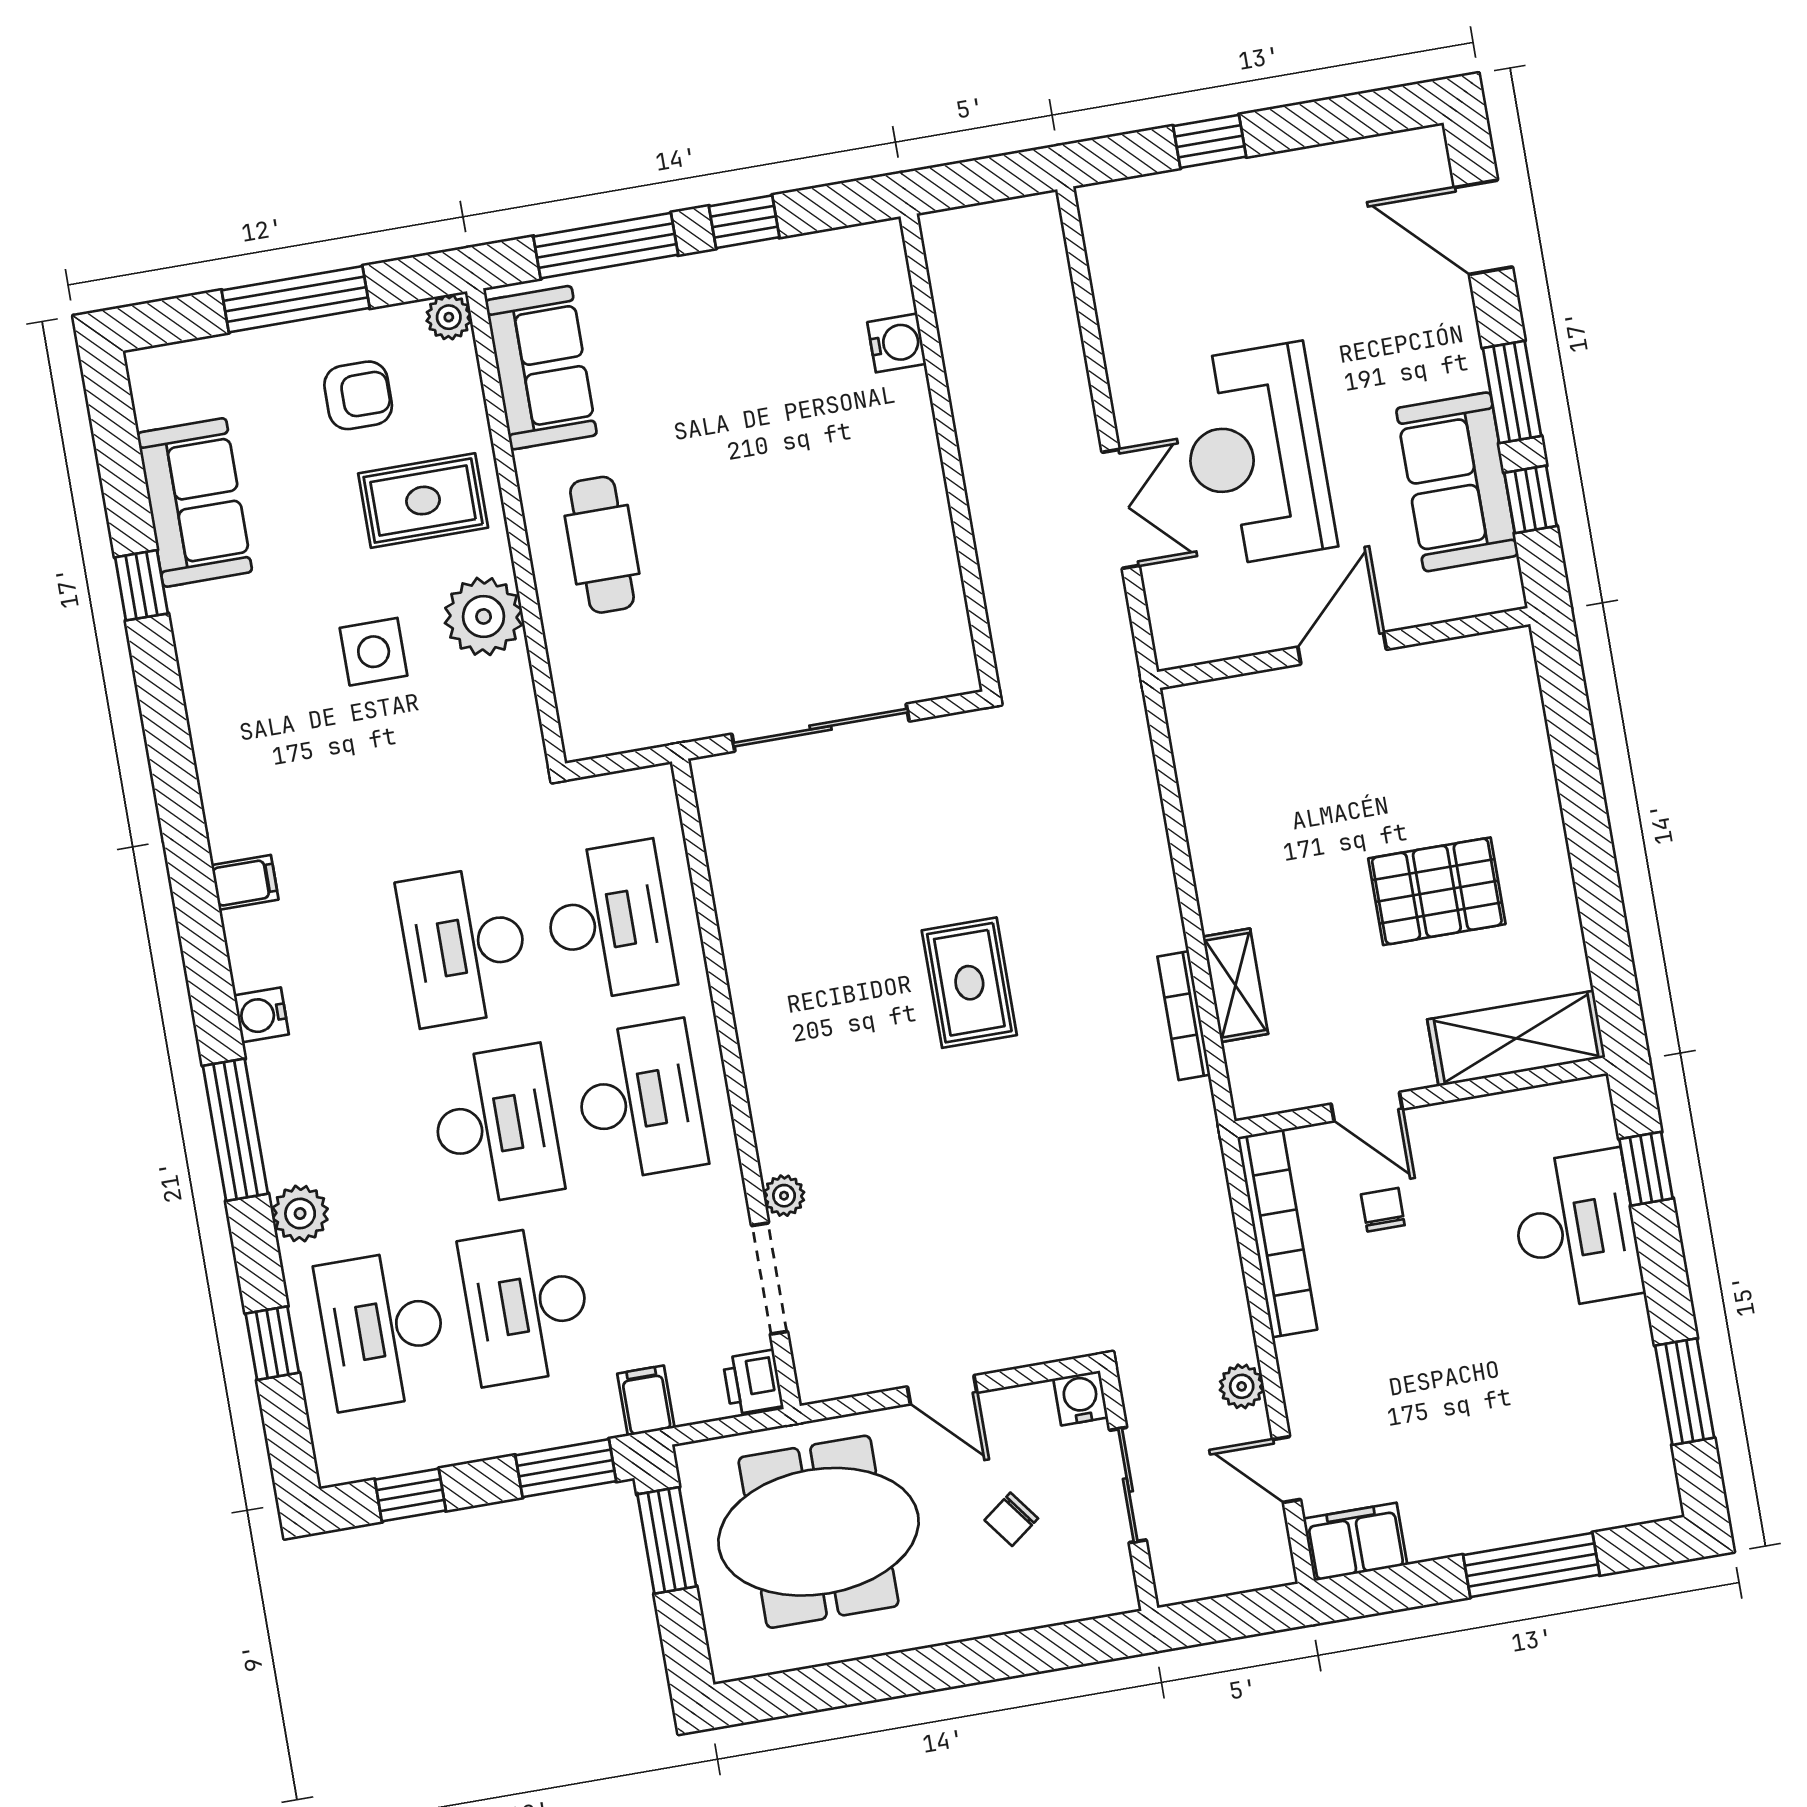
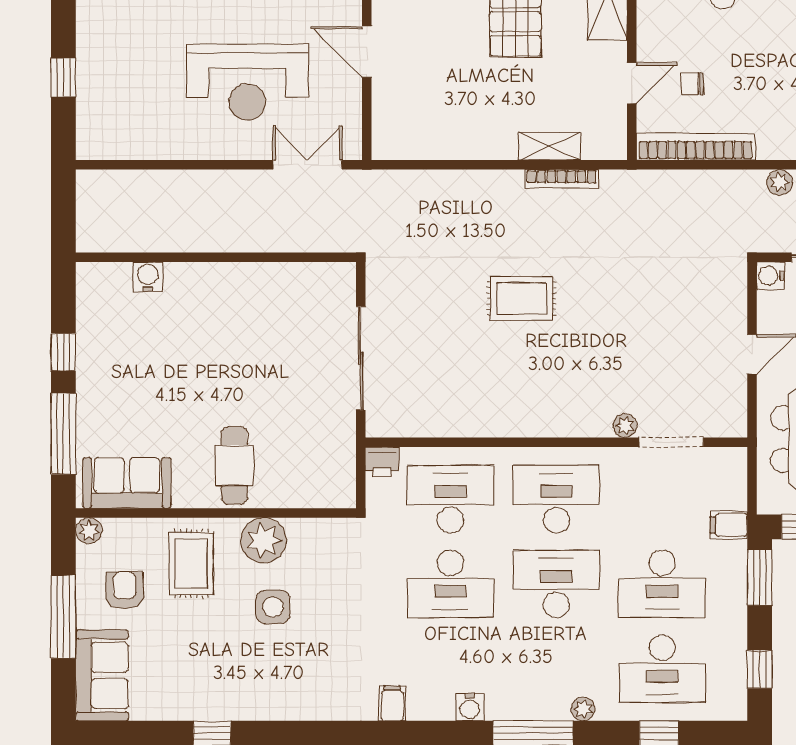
sofa: (195, 502) -> (102, 675), moved, turned 90
double door: (1121, 509) -> (307, 165), moved
cafe table: (602, 545) -> (234, 465), turned 90
plant: (300, 1214) -> (583, 709), width x0.73, depth x0.73
printer: (753, 1382) -> (382, 462), moved

